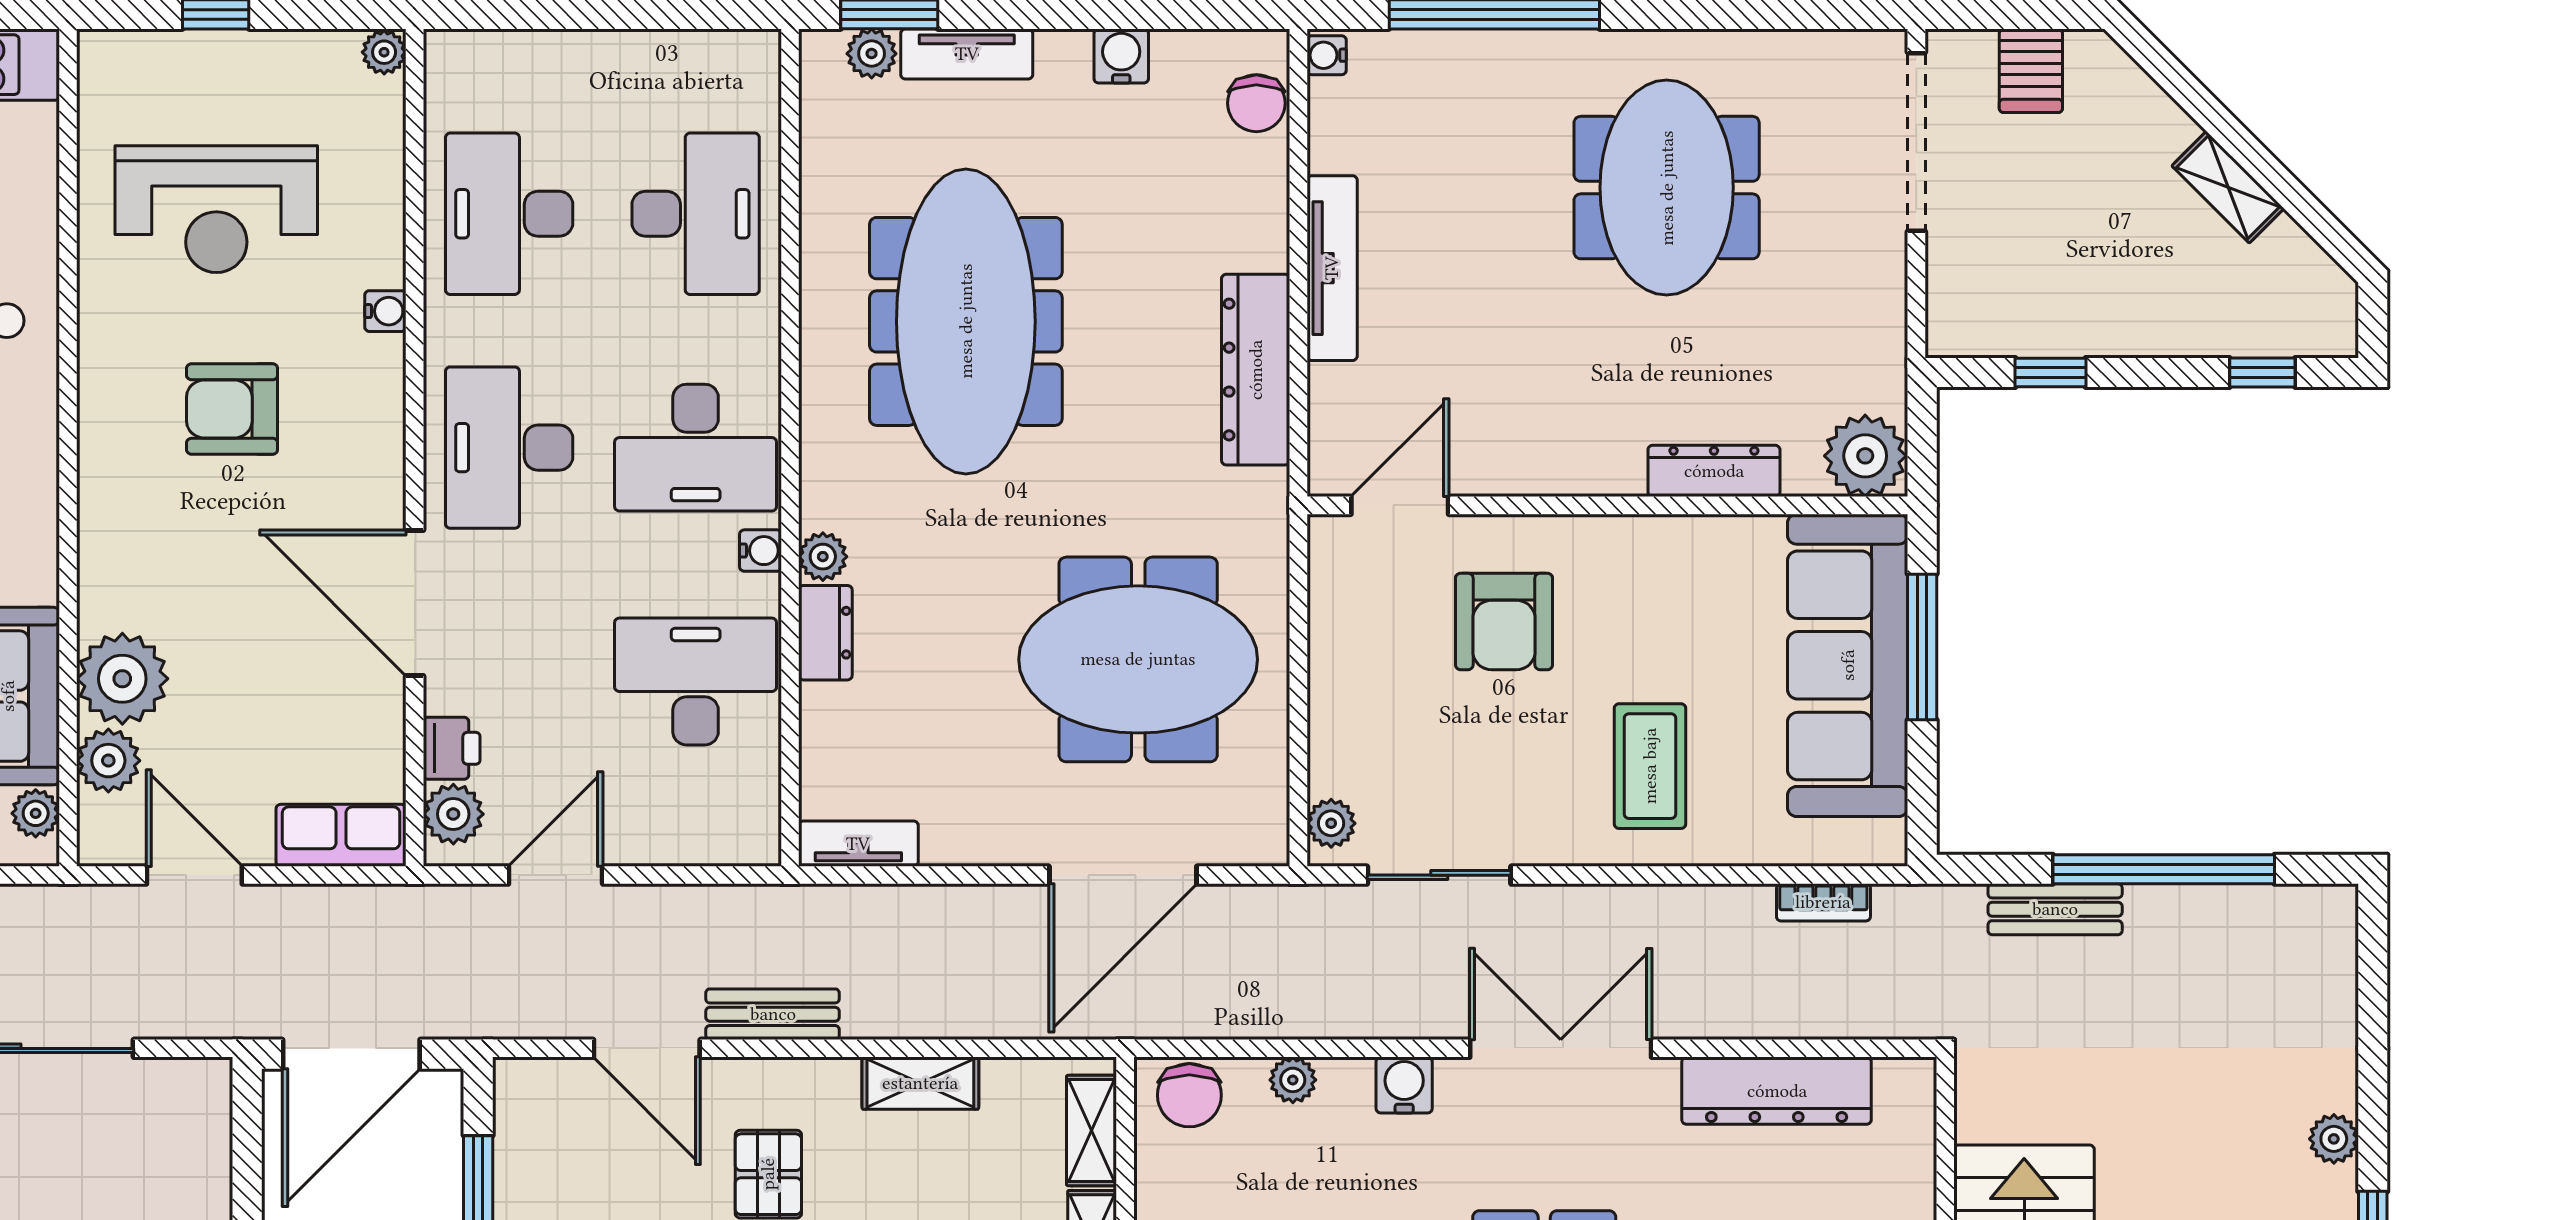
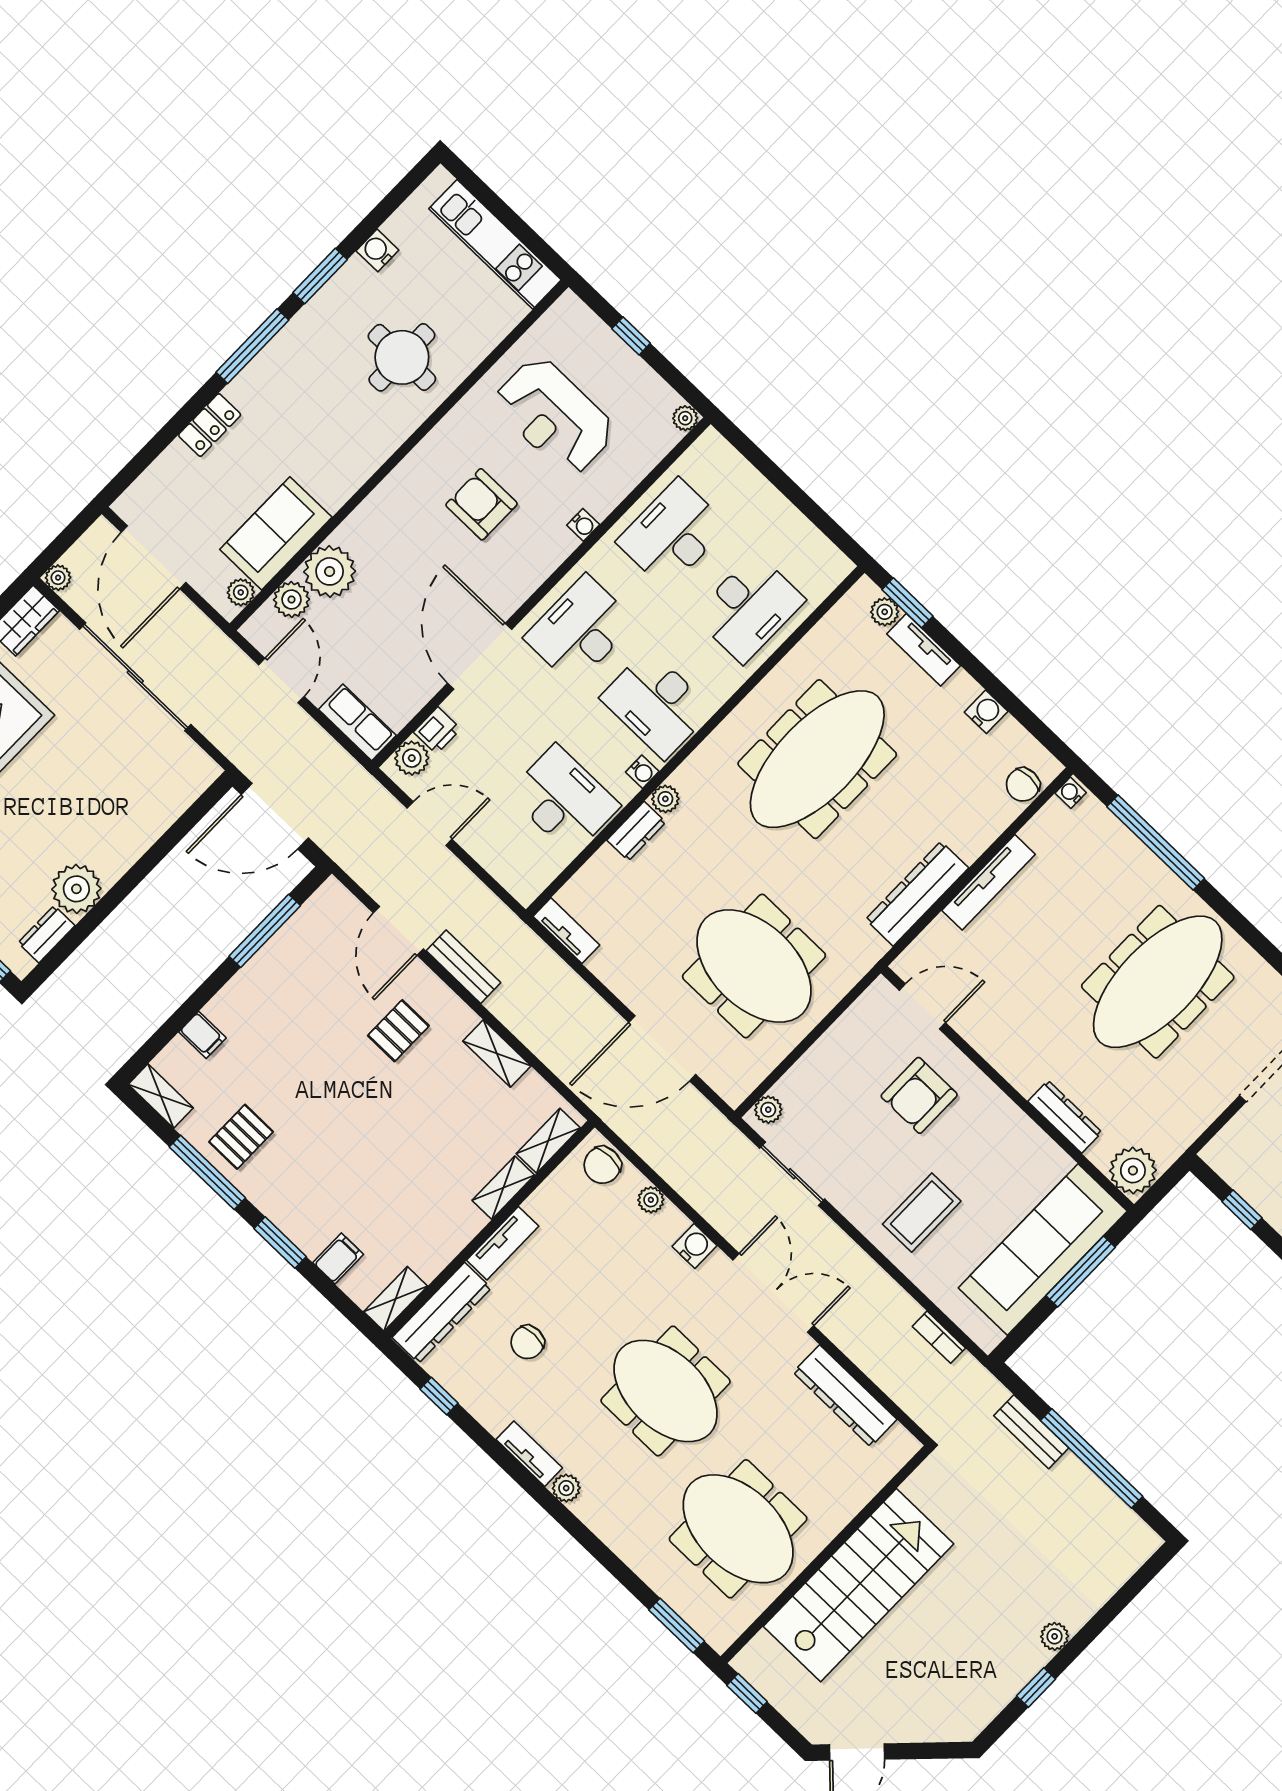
meeting table: (1667, 188) -> (1158, 982), width x1.36

